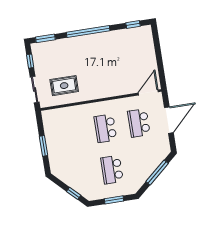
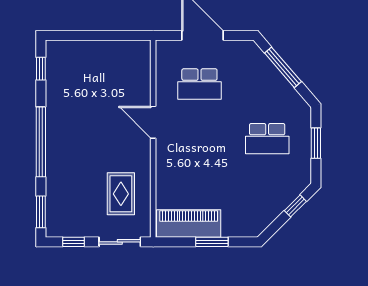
door: (148, 92) -> (153, 122), moved
school desk: (105, 128) -> (199, 139), removed
piano: (53, 130) -> (189, 223), added

